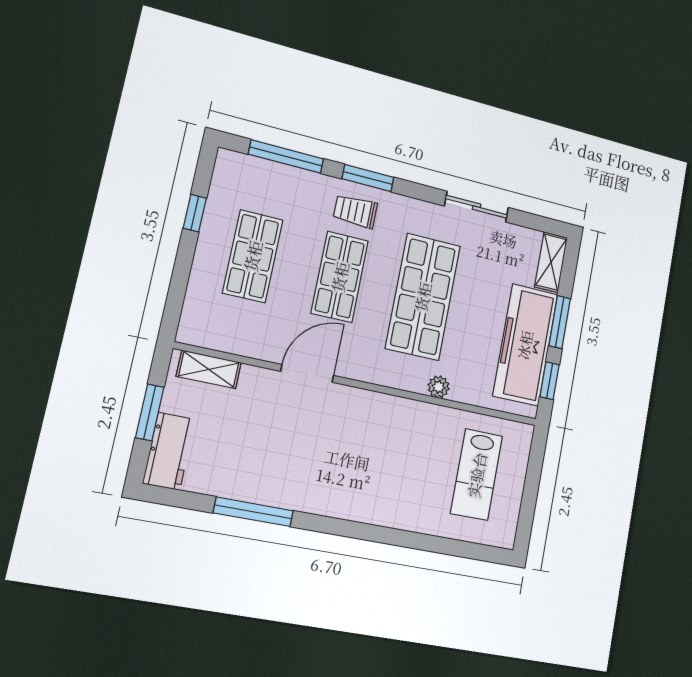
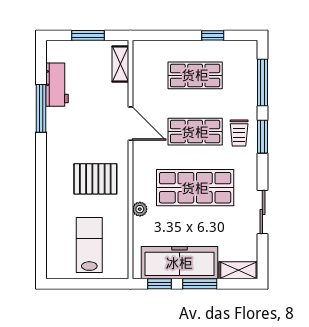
trolley: (355, 211) -> (239, 133), turned 180
pallet: (381, 446) -> (95, 179), added
workbench: (169, 451) -> (57, 85), moved, turned -90
lab bench: (477, 475) -> (89, 245), turned 90

